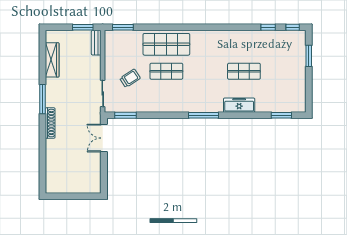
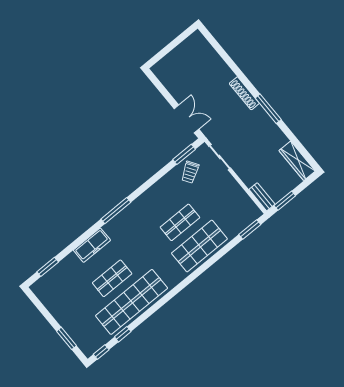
shop shelf: (244, 44) -> (132, 302), added
wardrobe: (52, 60) -> (297, 161), moved
trolley: (130, 78) -> (190, 172), moved

